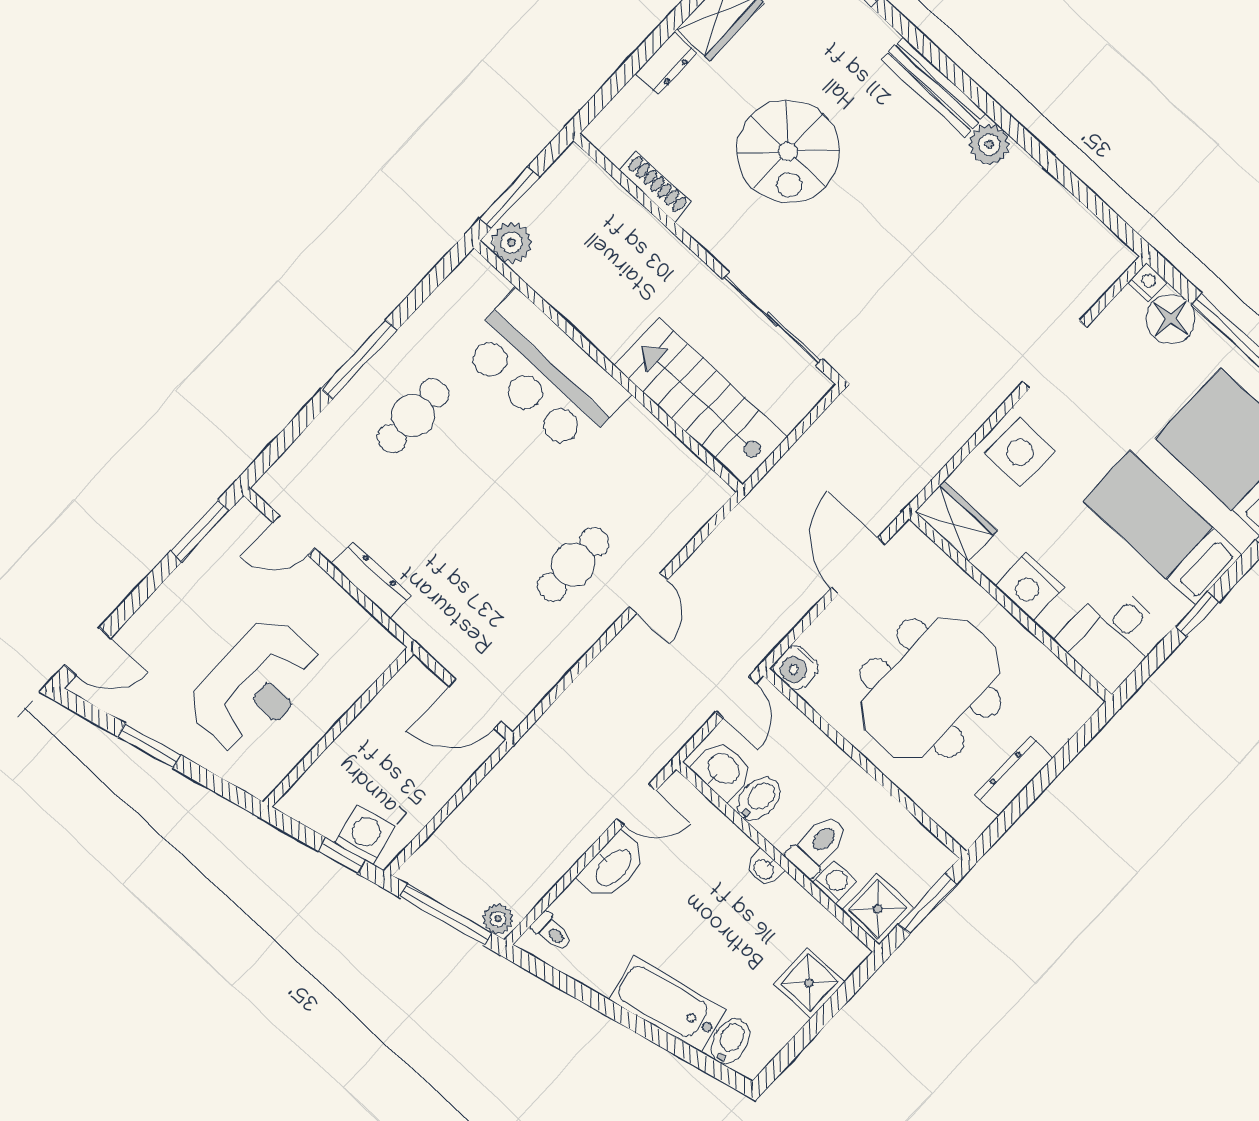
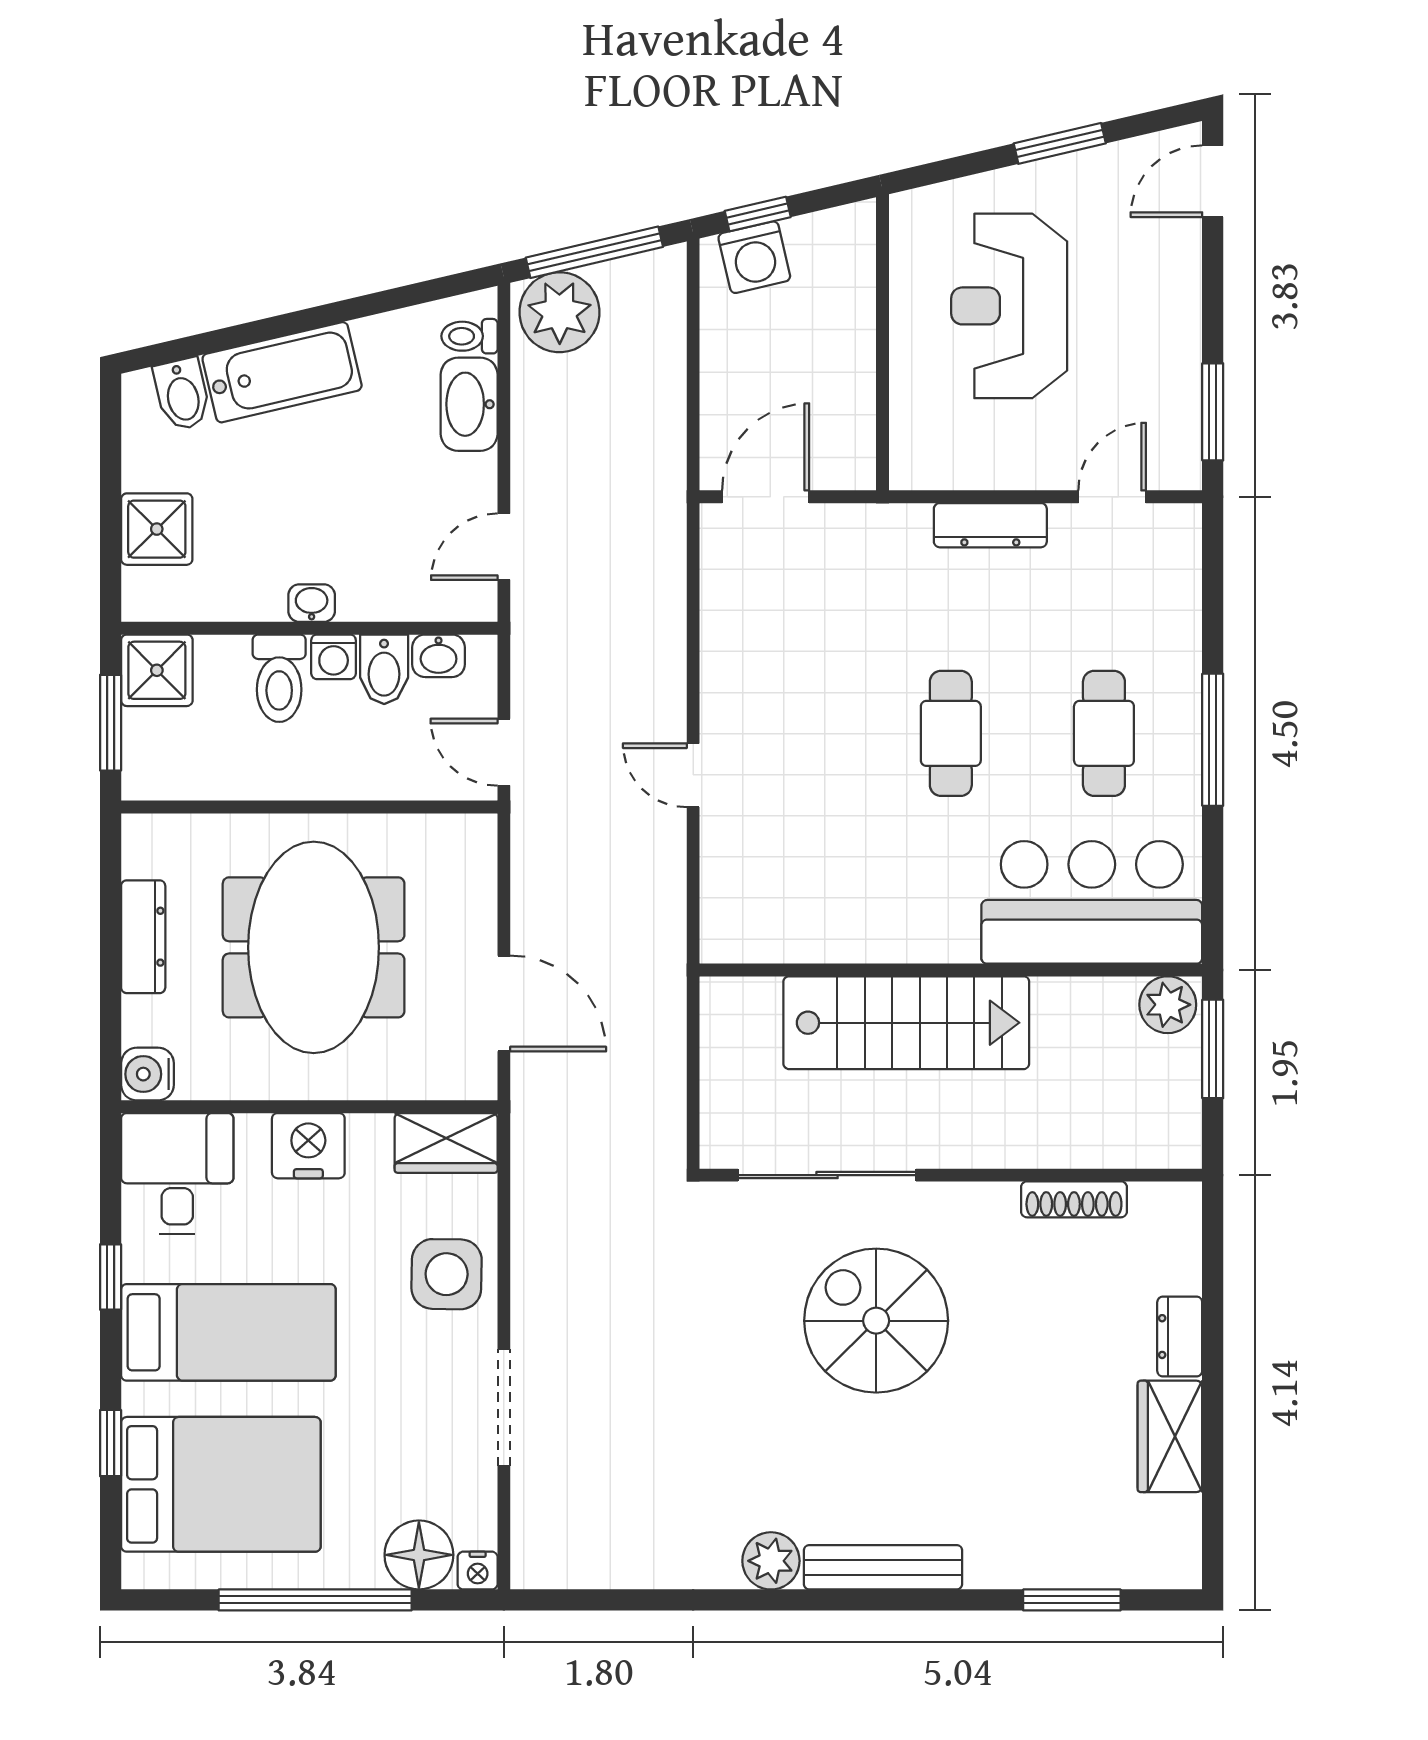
spiral stairs: (788, 151) -> (876, 1321), moved
bar counter: (544, 372) -> (1092, 902), moved
stairs: (701, 401) -> (906, 1023), moved
cafe table: (573, 564) -> (951, 733), moved
water cooler: (796, 668) -> (147, 1074), moved, turned -90
washbasin: (723, 770) -> (439, 656), width x0.72, depth x0.69
washbasin: (613, 867) -> (469, 404), moved
washing machine: (835, 882) -> (334, 657), moved
plant: (498, 919) -> (559, 312), width x1.87, depth x1.87

